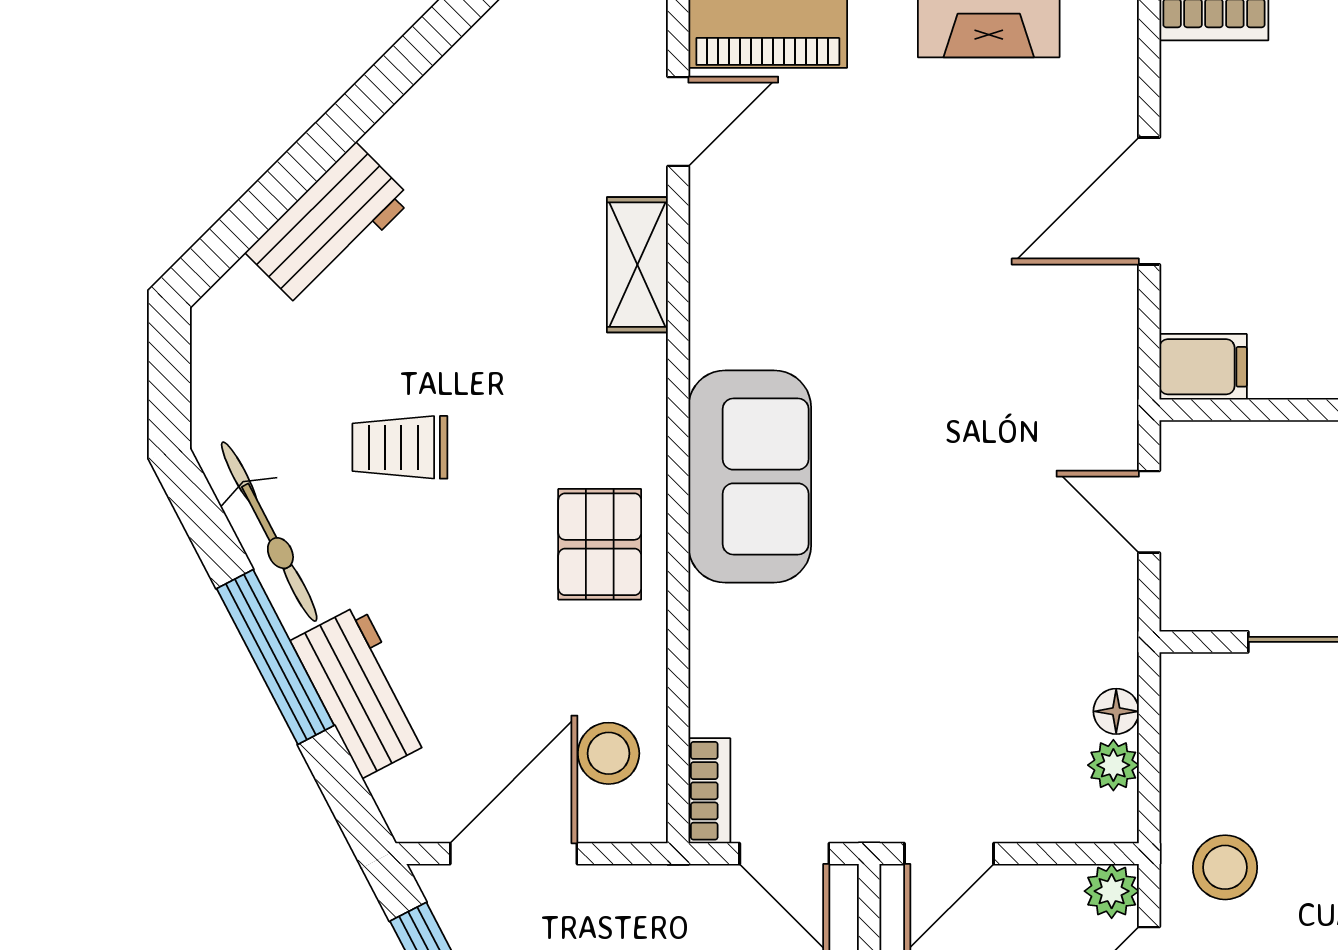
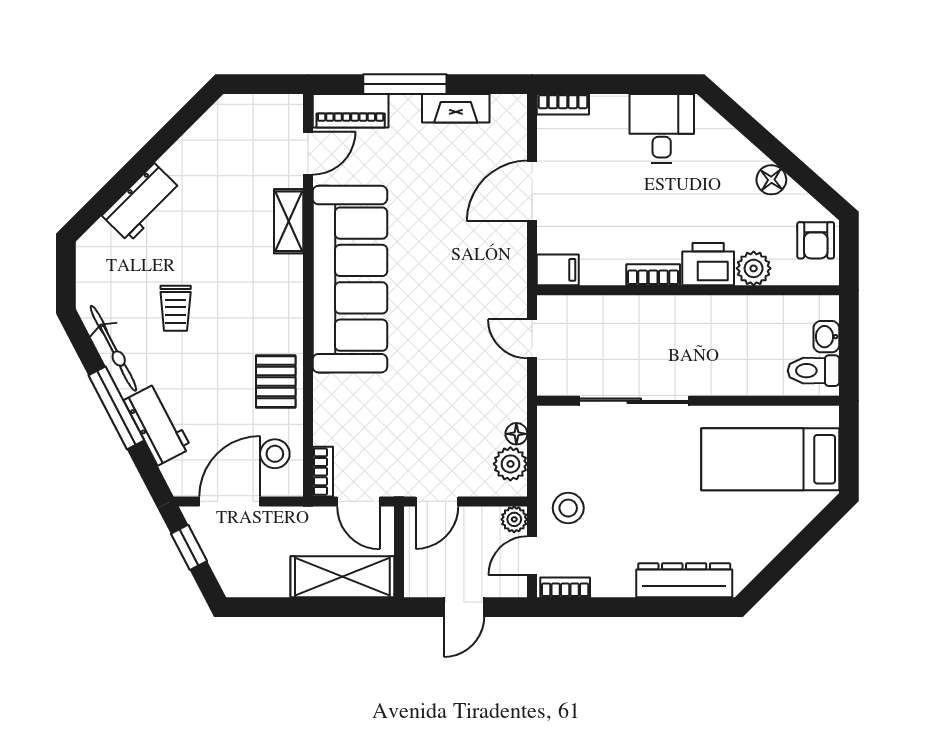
trolley: (400, 447) -> (176, 308), turned -90
sofa: (750, 477) -> (350, 279), width x1.85, depth x1.27
pallet: (600, 544) -> (276, 382), moved
plant: (1113, 765) -> (510, 464), width x1.38, depth x1.38

